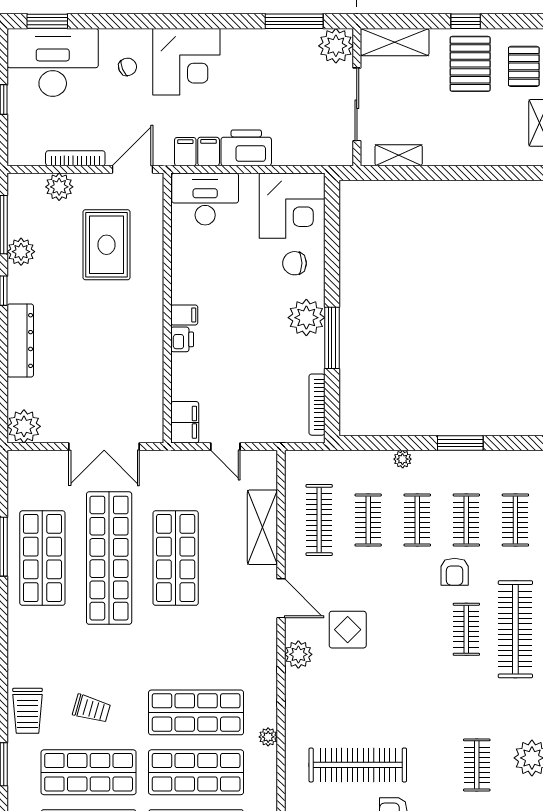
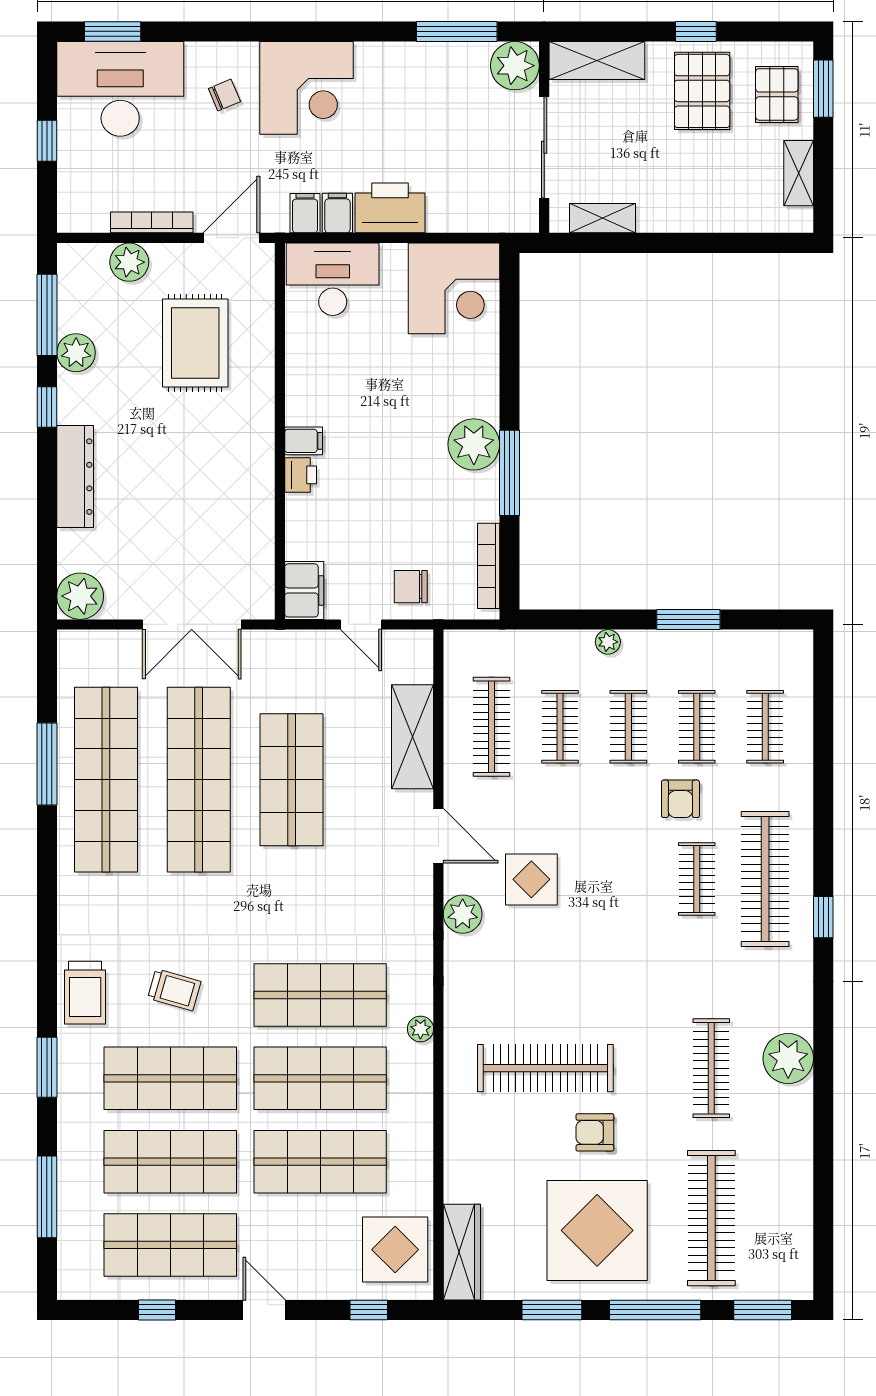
chair: (295, 263) -> (411, 587), moved
shop shelf: (42, 558) -> (106, 780), width x1.40
clothes rail: (477, 765) -> (711, 1068), width x1.36

